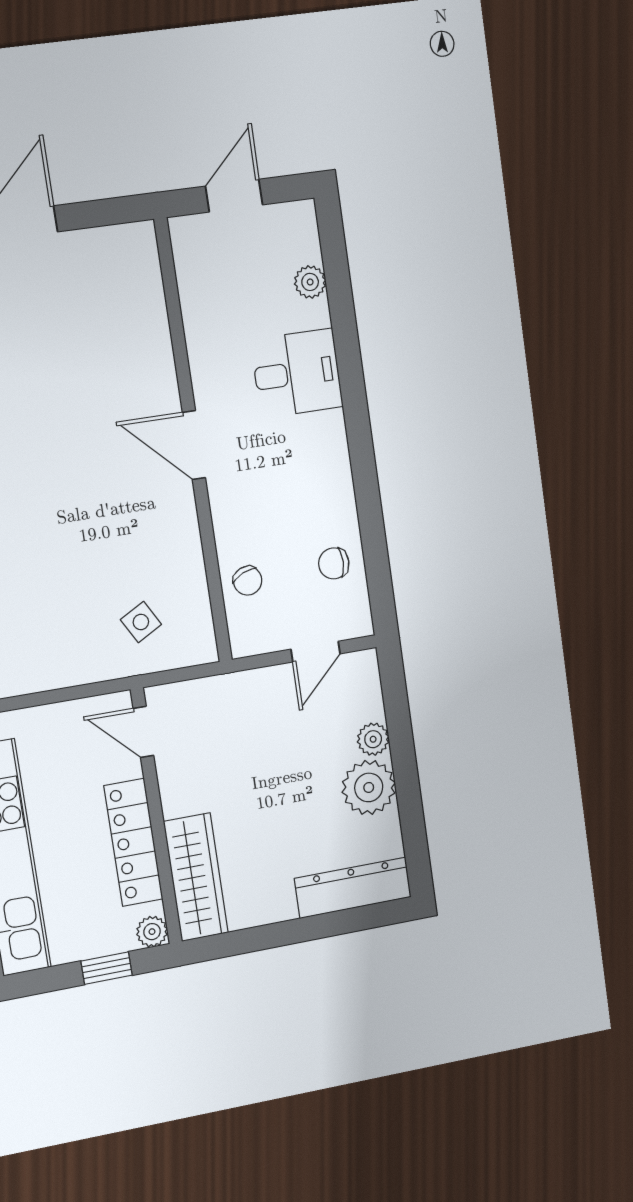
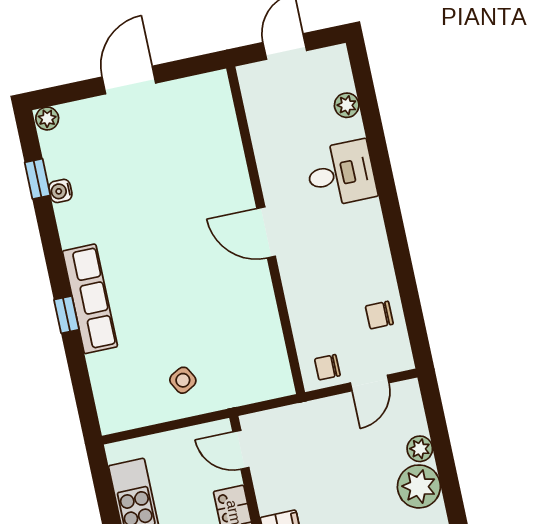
chair: (248, 581) -> (327, 367), moved, turned 114
side table: (141, 622) -> (183, 380), moved

